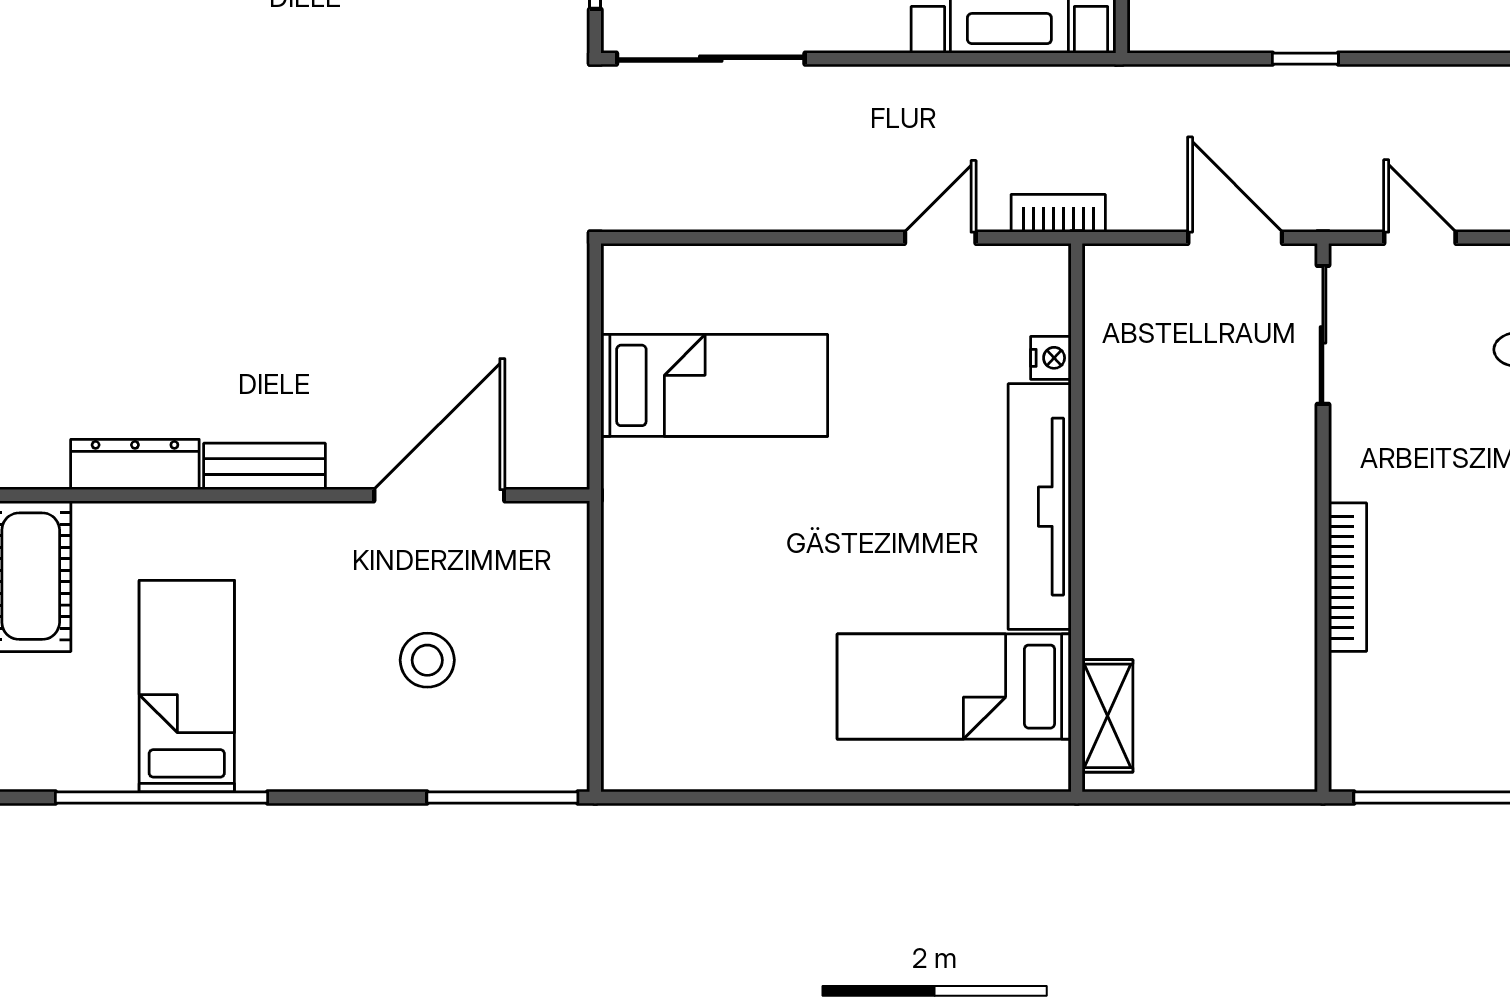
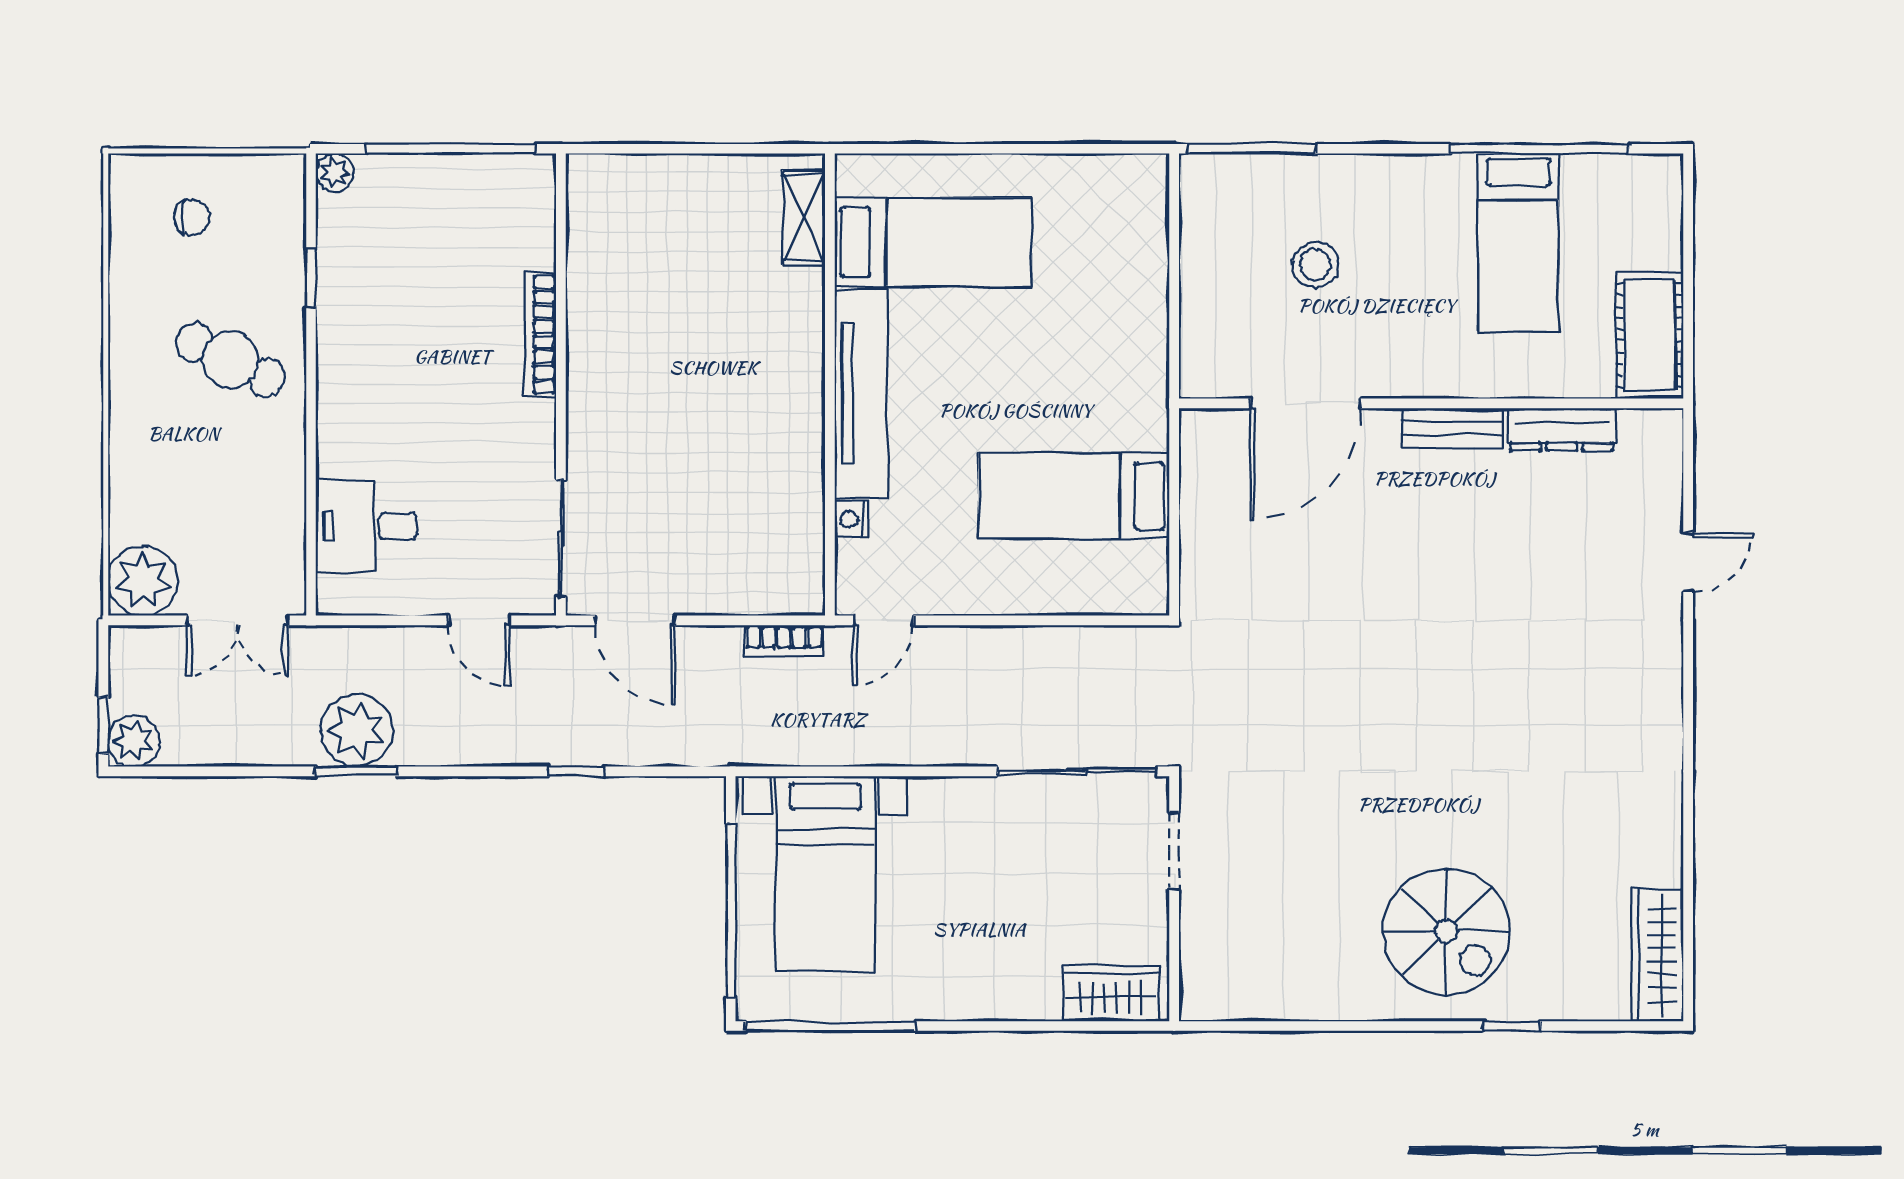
nightstand: (1051, 358) -> (852, 519), moved
tv unit: (1040, 507) -> (861, 394), moved
wall: (1077, 518) -> (830, 385), moved
bed: (954, 687) -> (933, 242), moved
shelving: (1108, 716) -> (804, 218), moved

